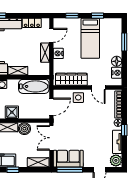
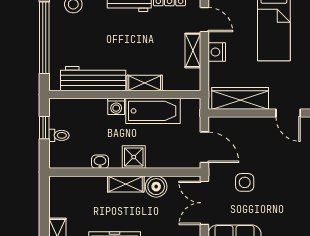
door: (51, 35) -> (204, 20), hinge flipped
bathtub: (34, 86) -> (153, 111), moved
side table: (78, 98) -> (245, 182), moved
door: (51, 107) -> (204, 147), hinge flipped

